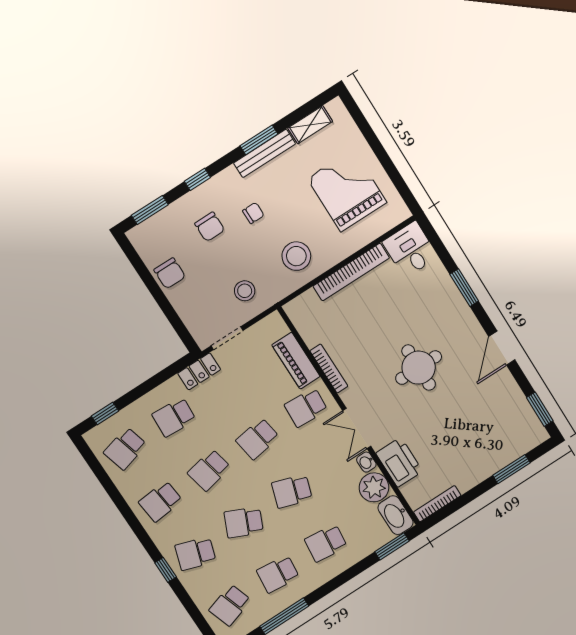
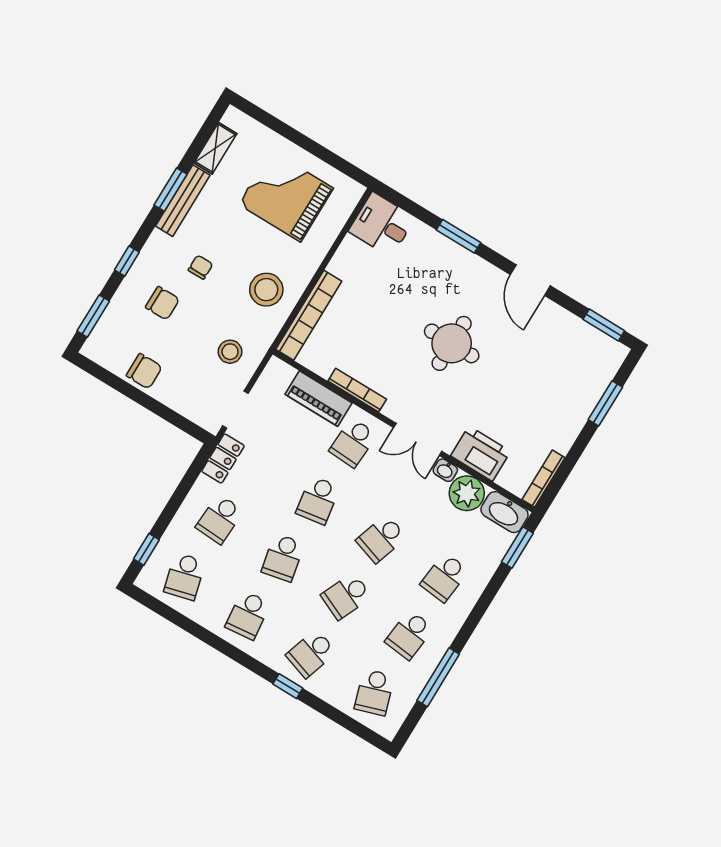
bookcase: (351, 272) -> (309, 315), moved

